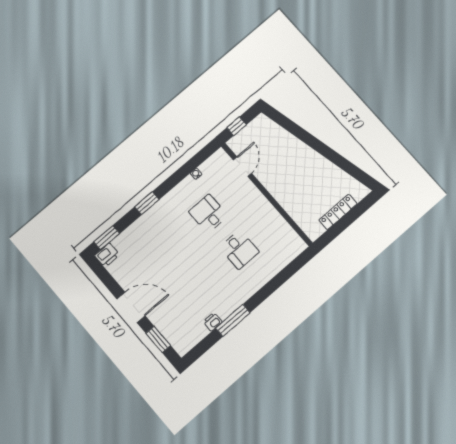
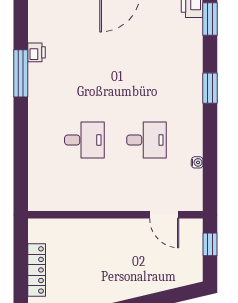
desk: (239, 249) -> (84, 140), turned 180

